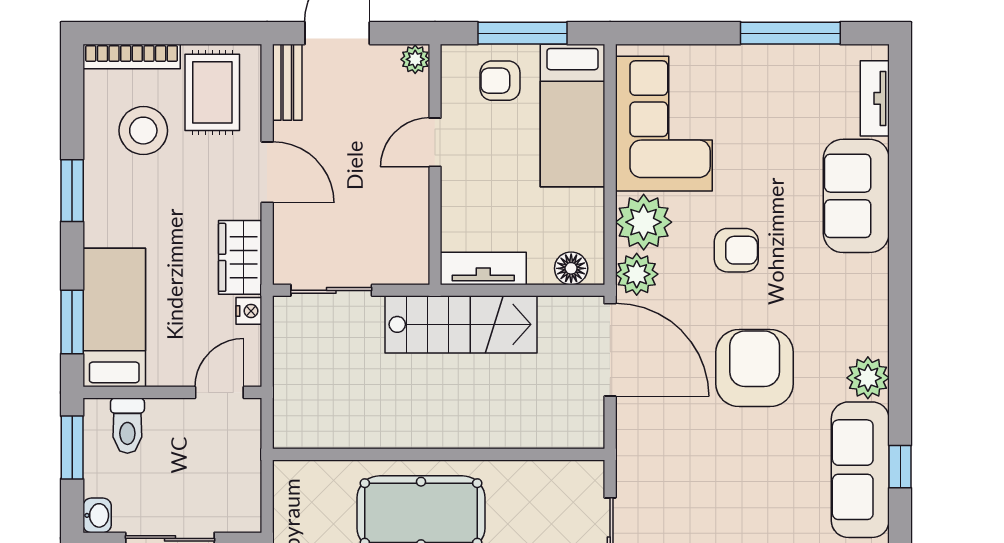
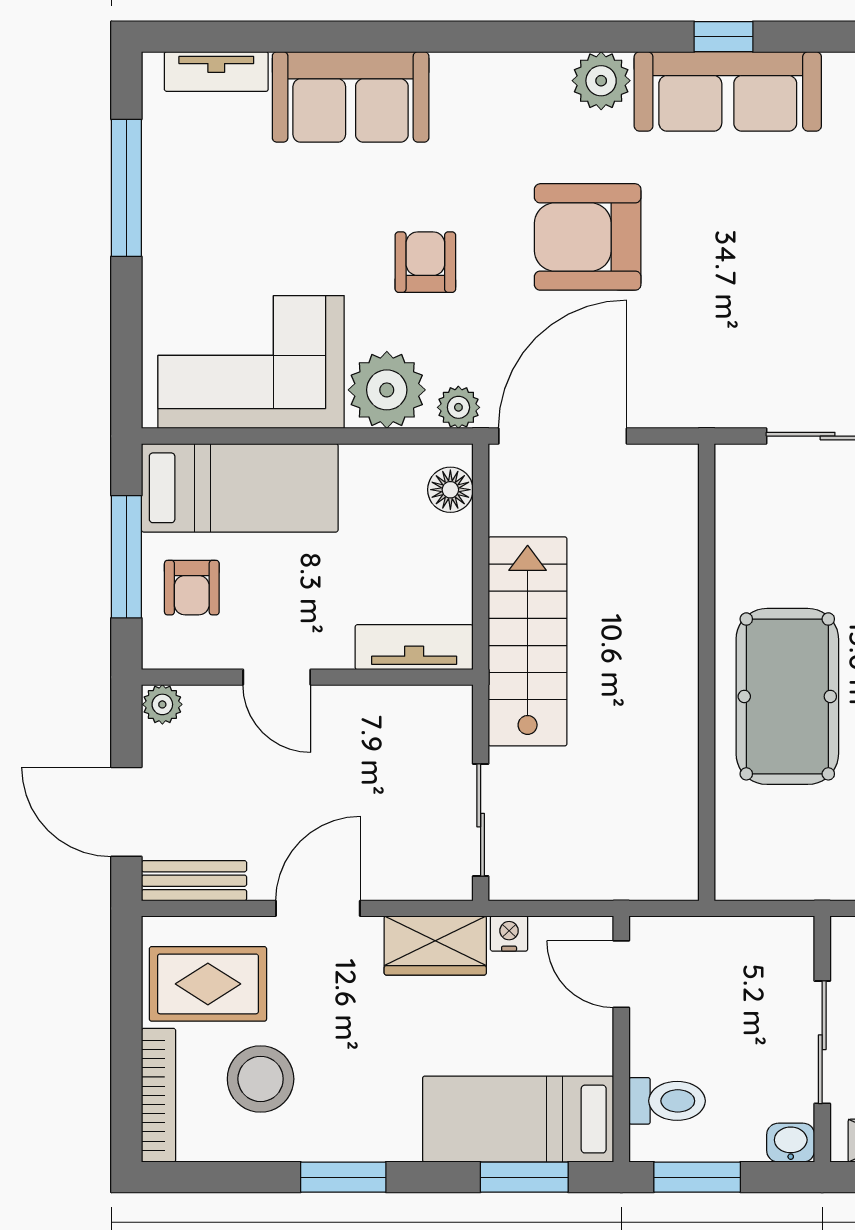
tv unit: (483, 268) -> (414, 647), moved, turned 90
plant: (637, 274) -> (458, 407), width x0.73, depth x0.73

